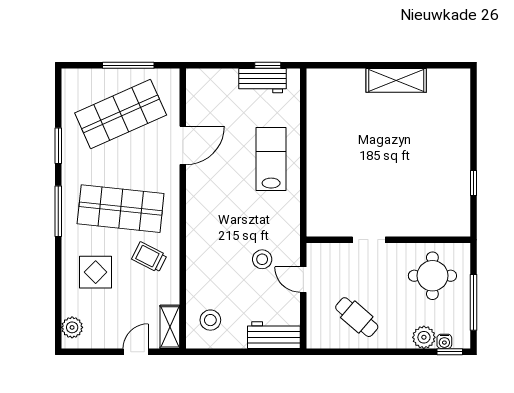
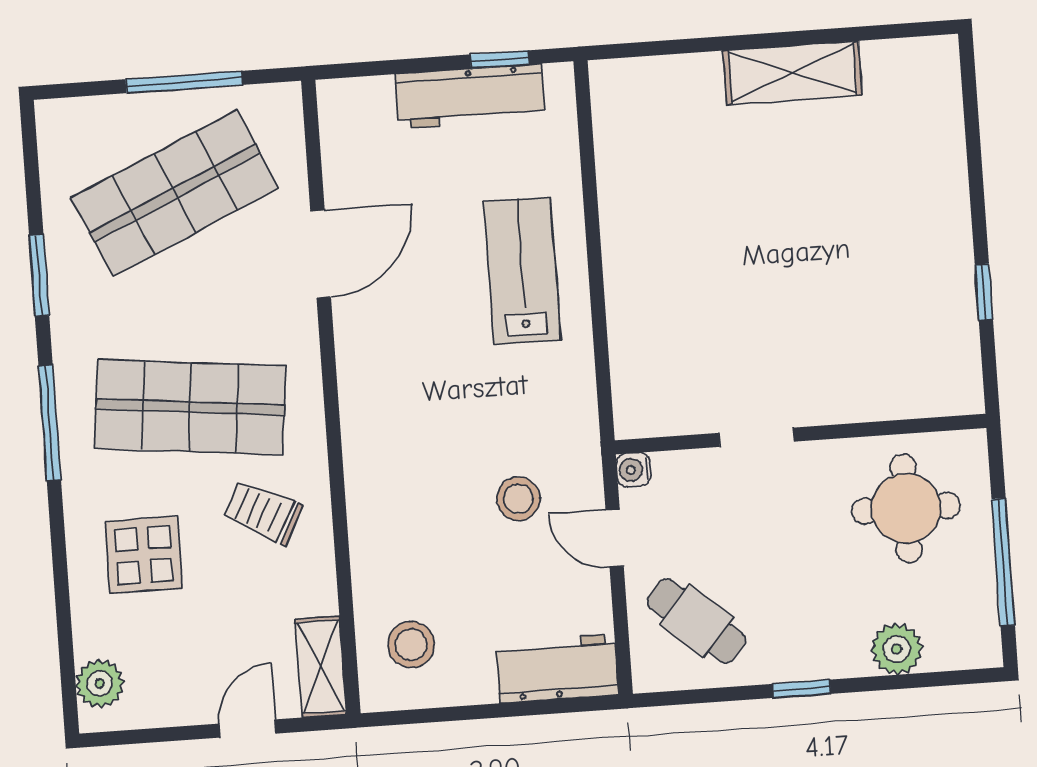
workbench: (263, 81) -> (470, 96), width x1.38
cafe table: (357, 317) -> (696, 621), moved
water cooler: (444, 341) -> (634, 470), moved, turned 90
window: (450, 352) -> (802, 689), moved

